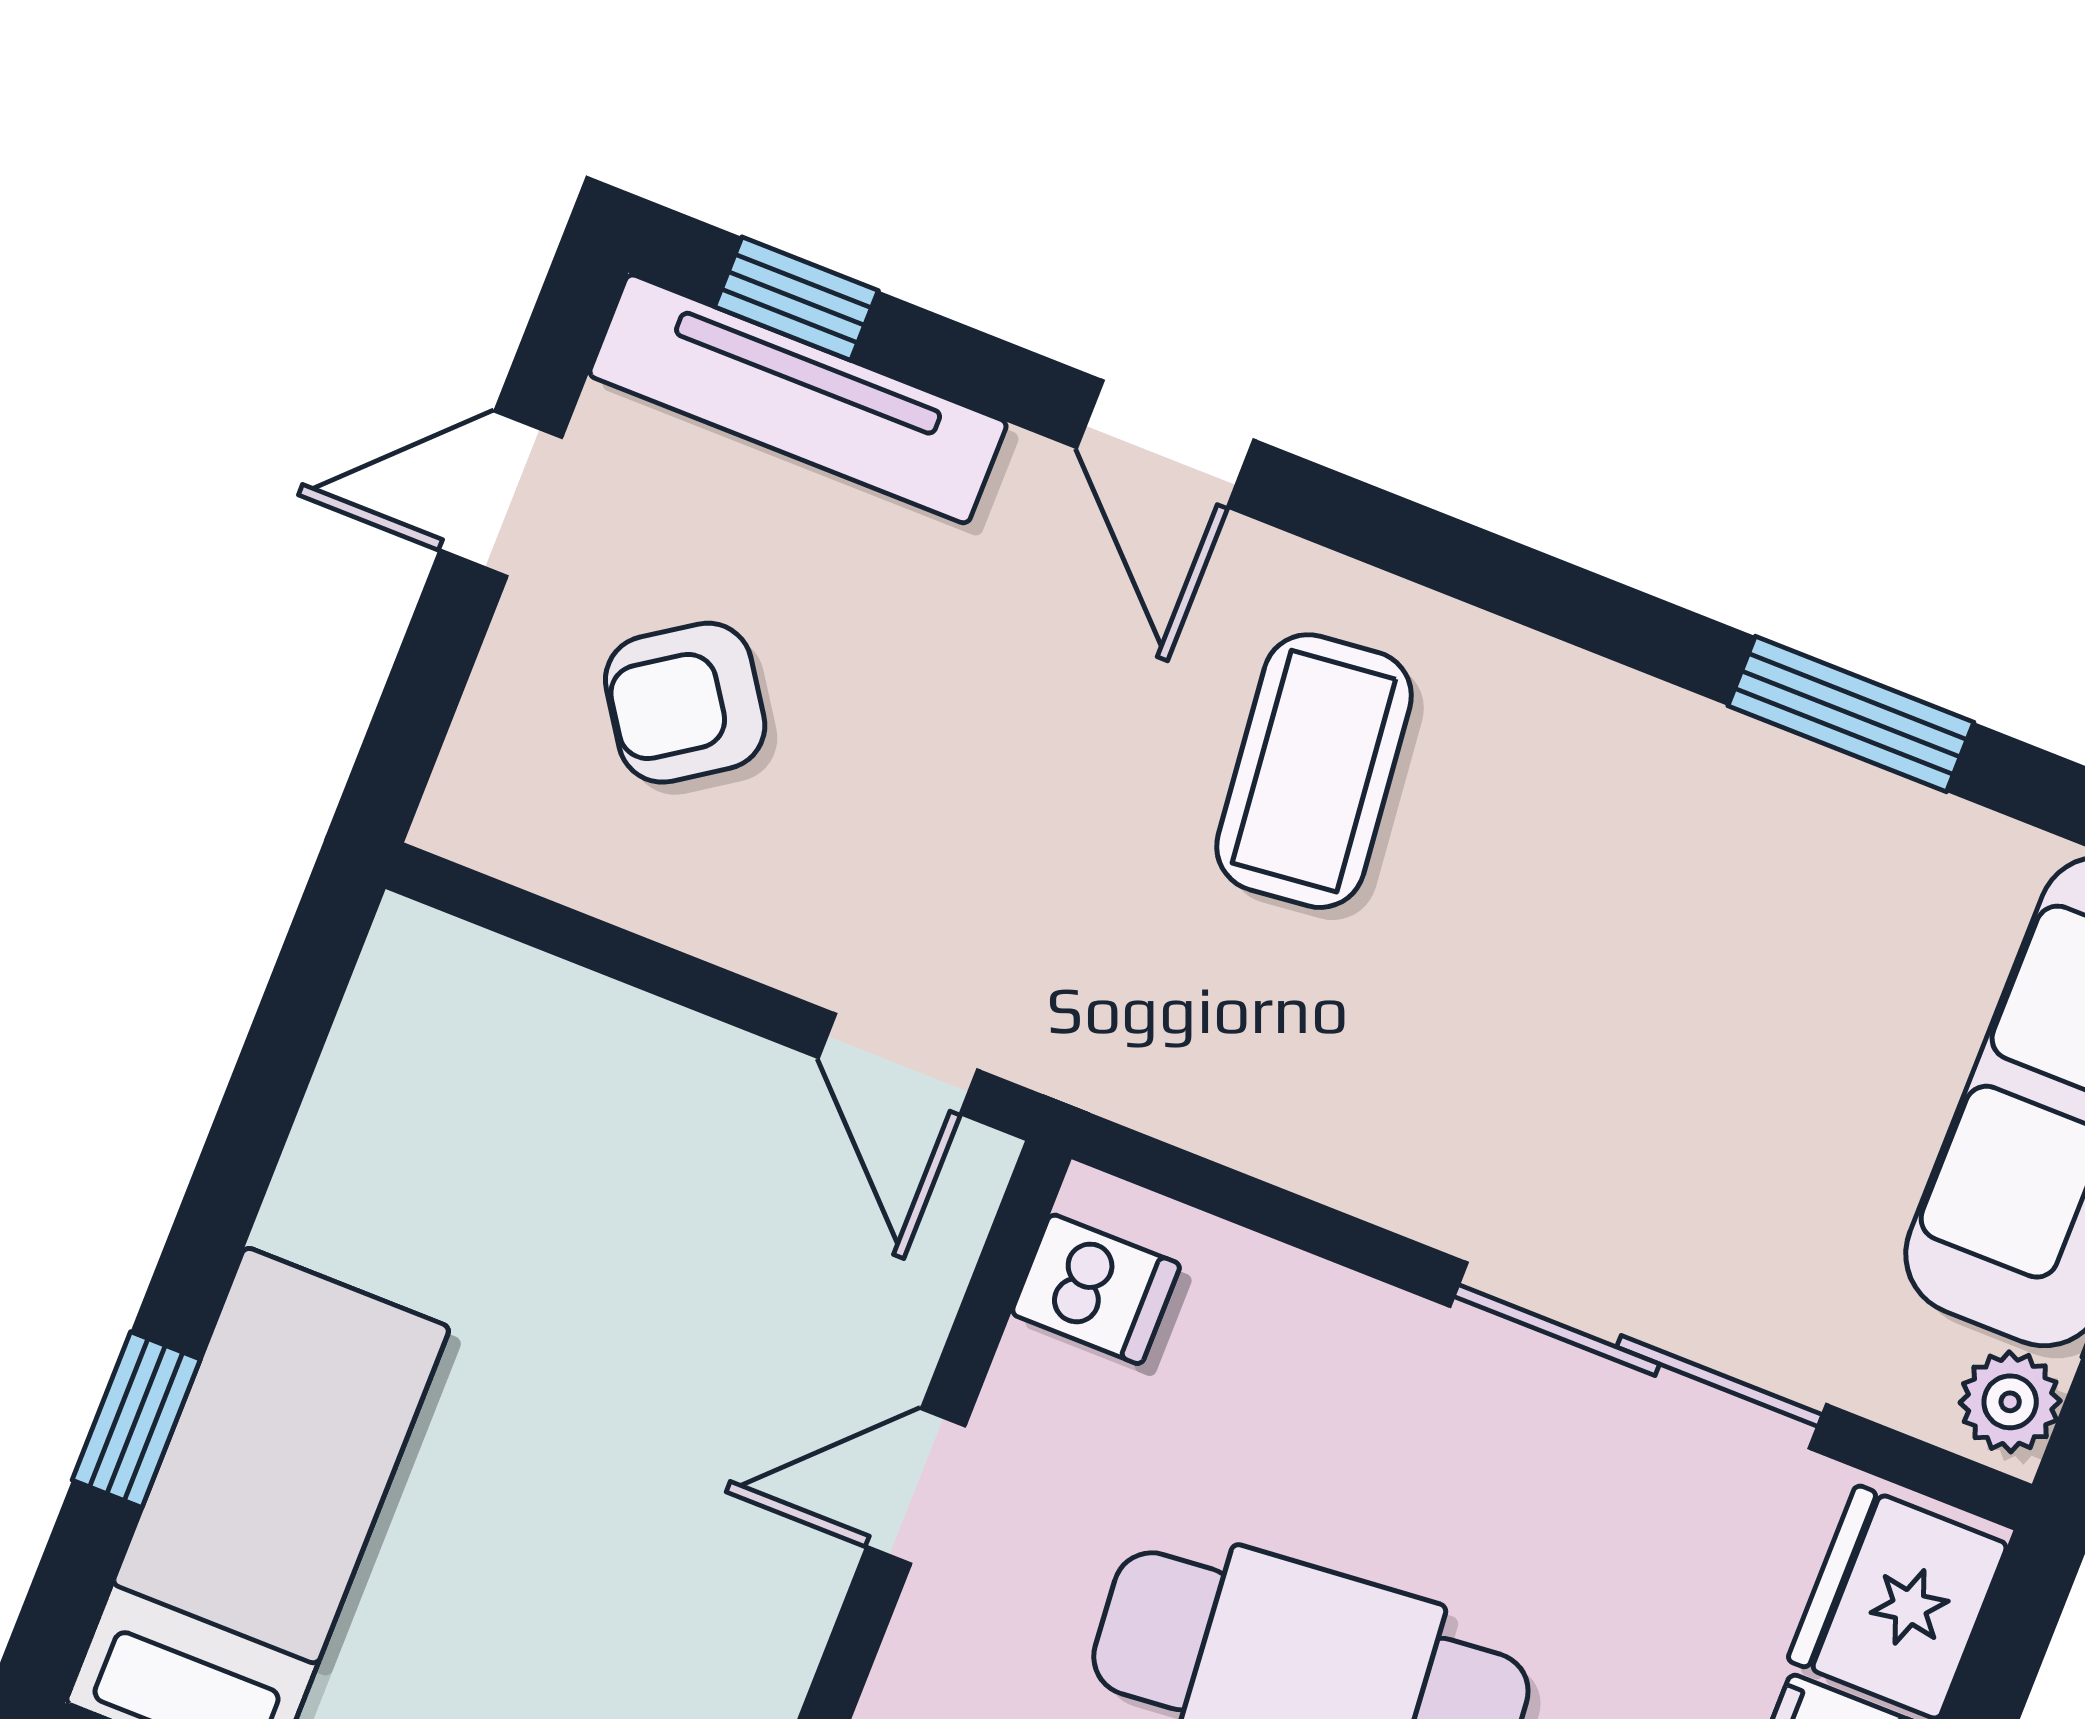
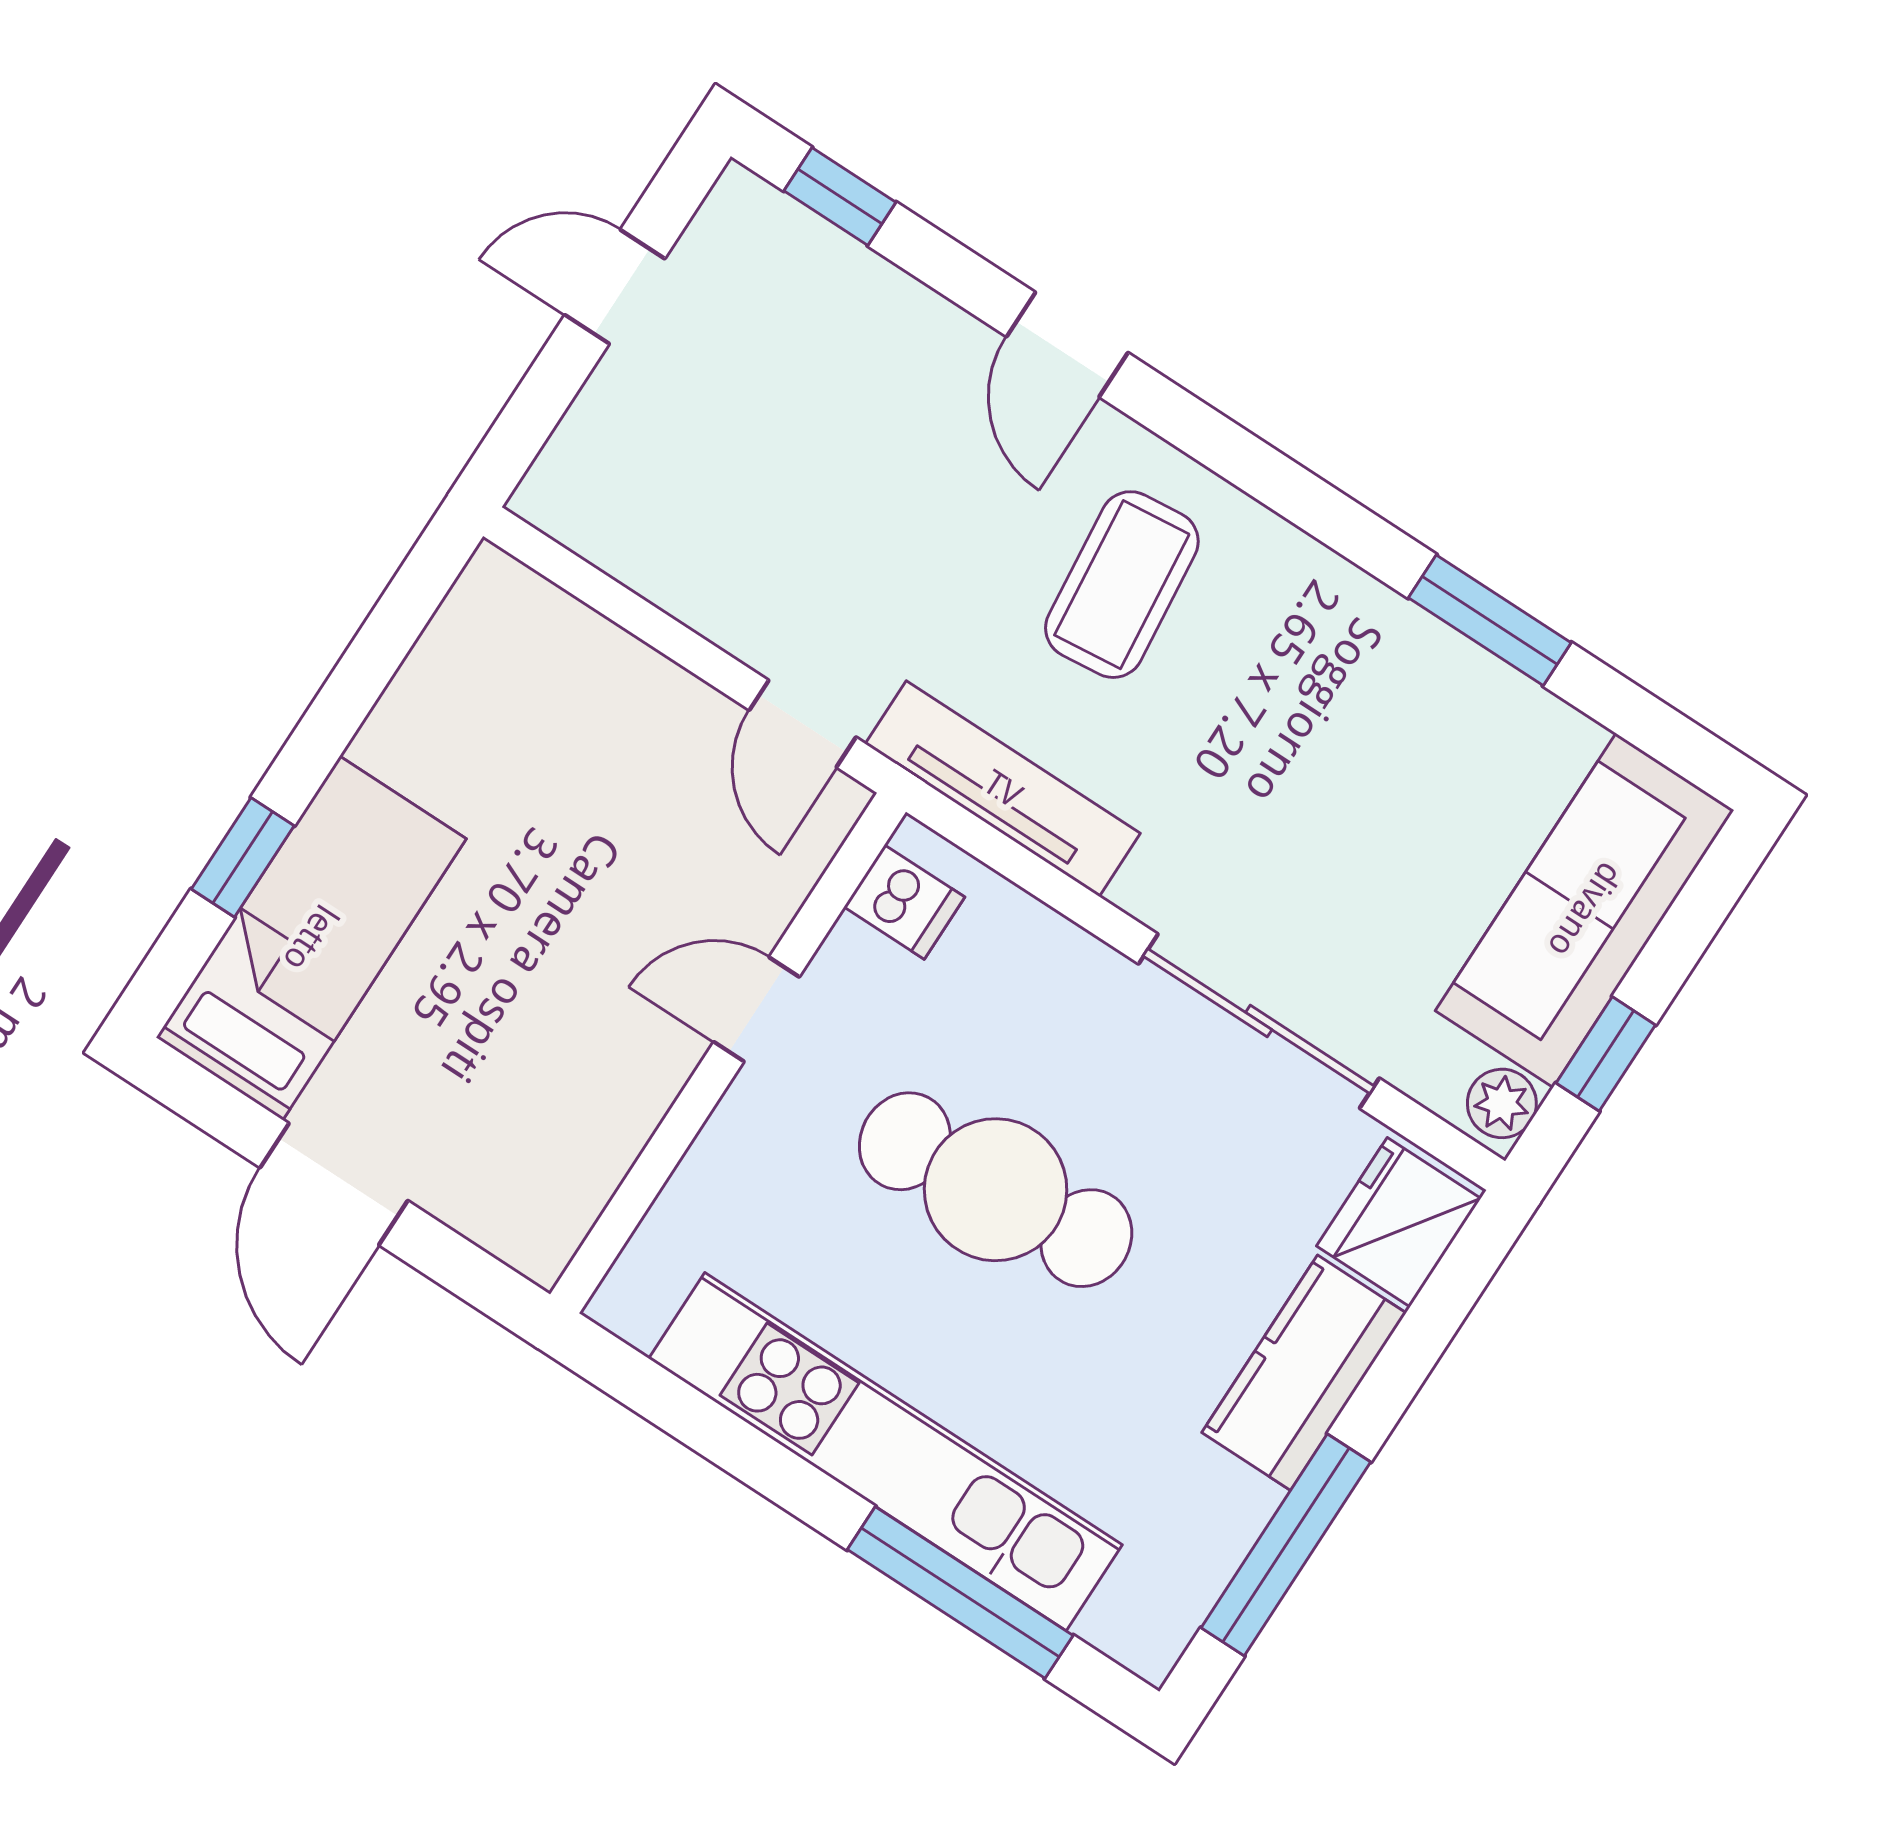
tv unit: (798, 399) -> (1003, 789), moved, turned 180
armchair: (685, 703) -> (710, 452), removed

